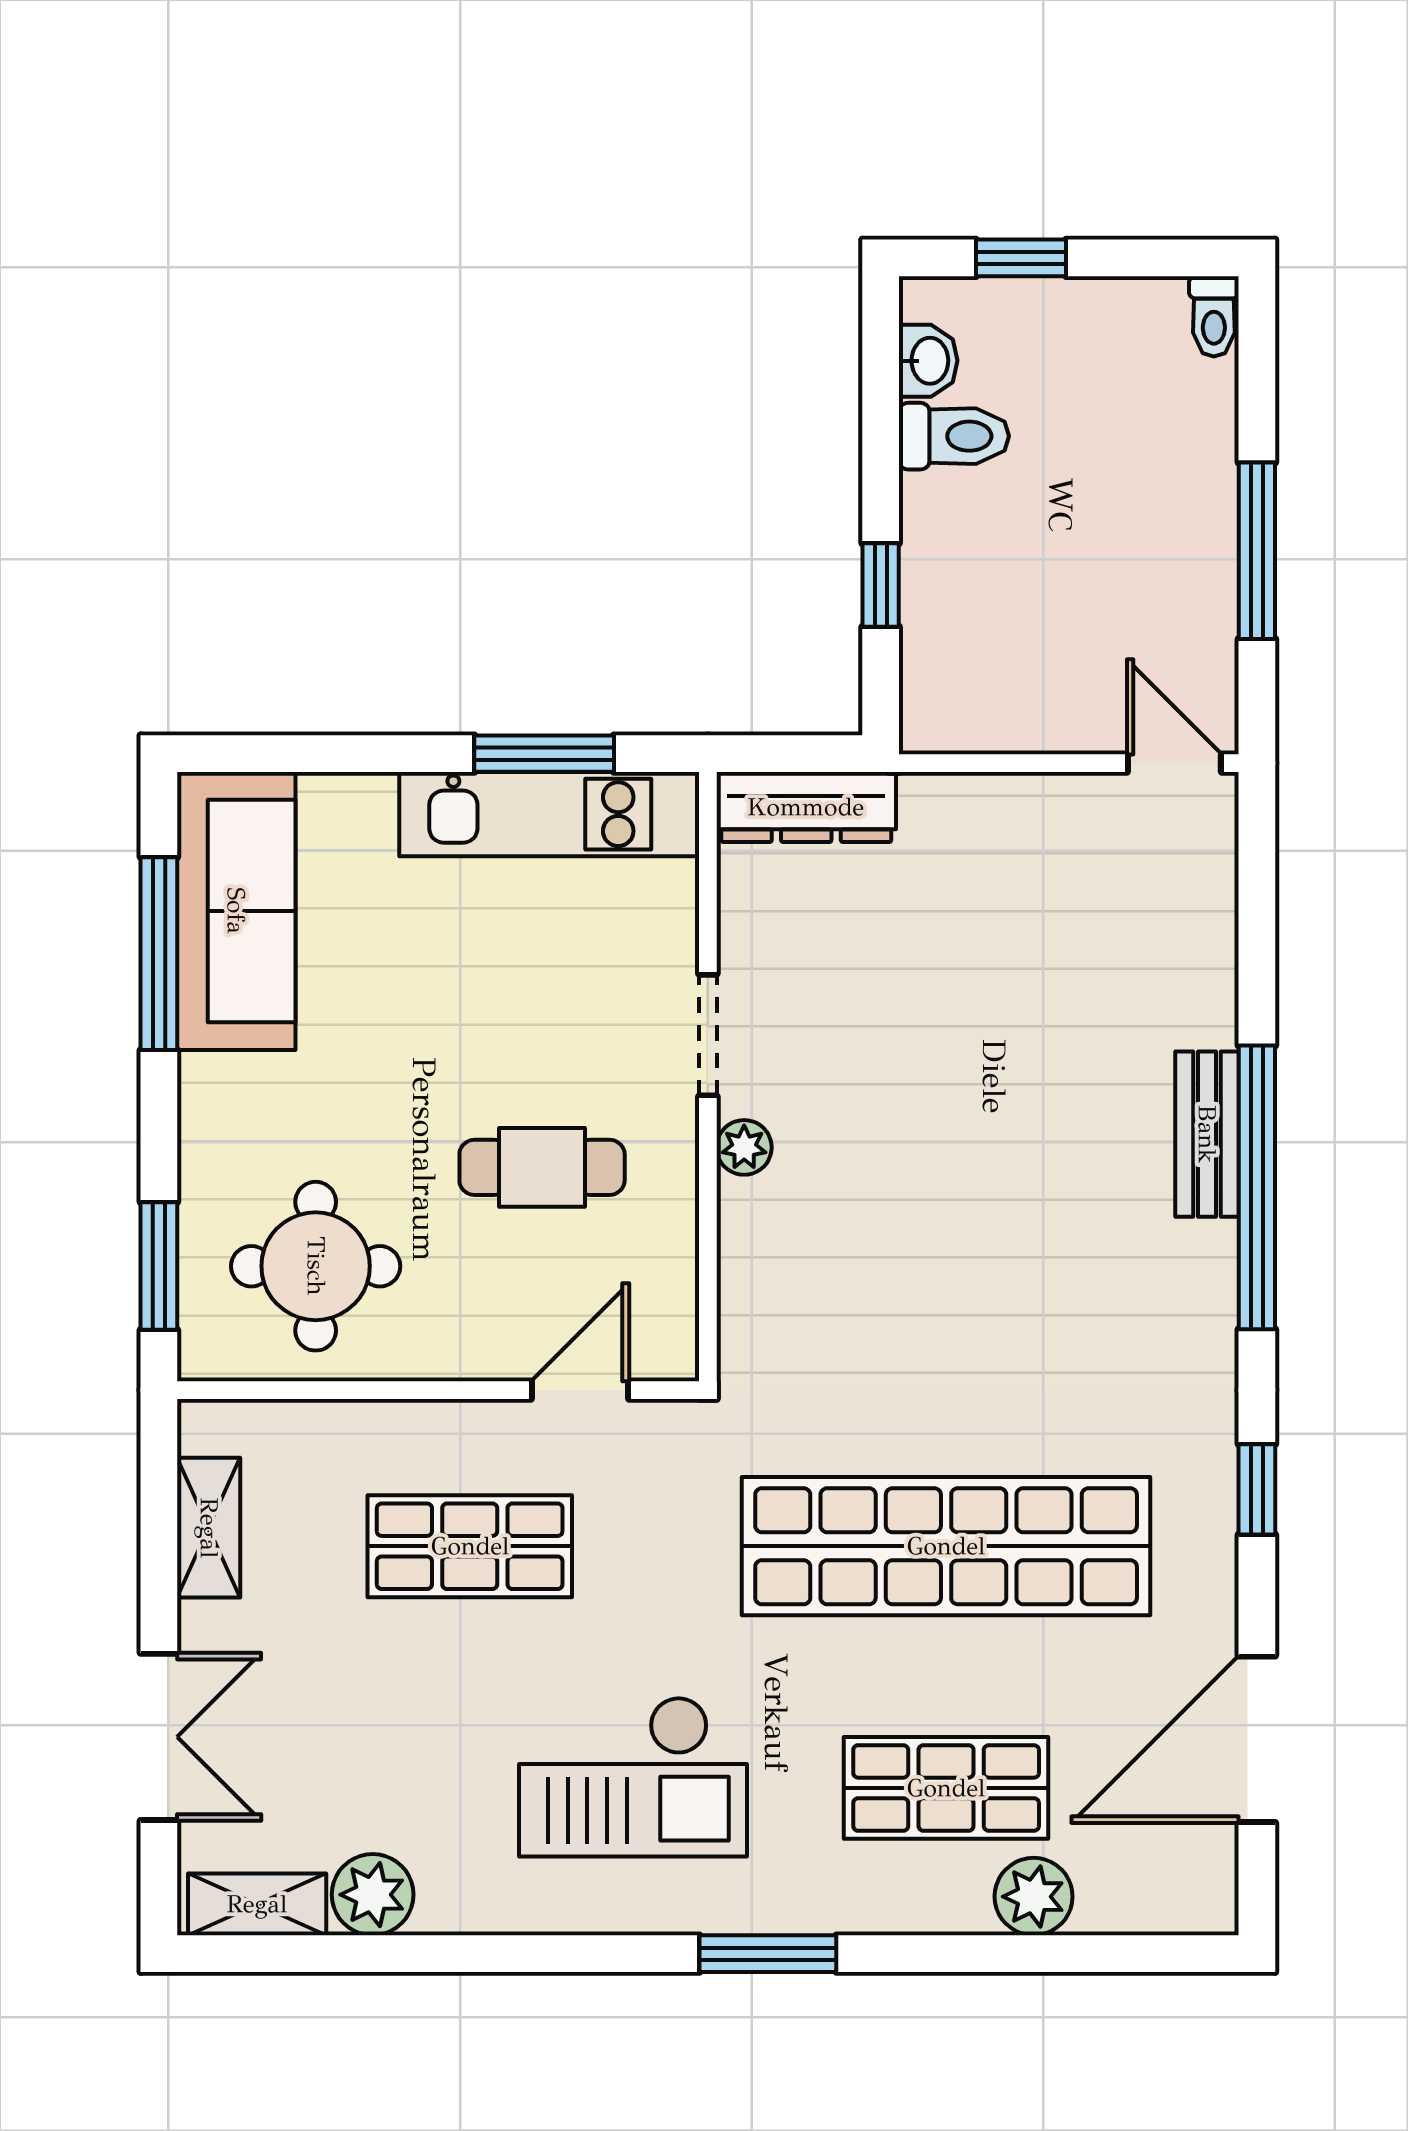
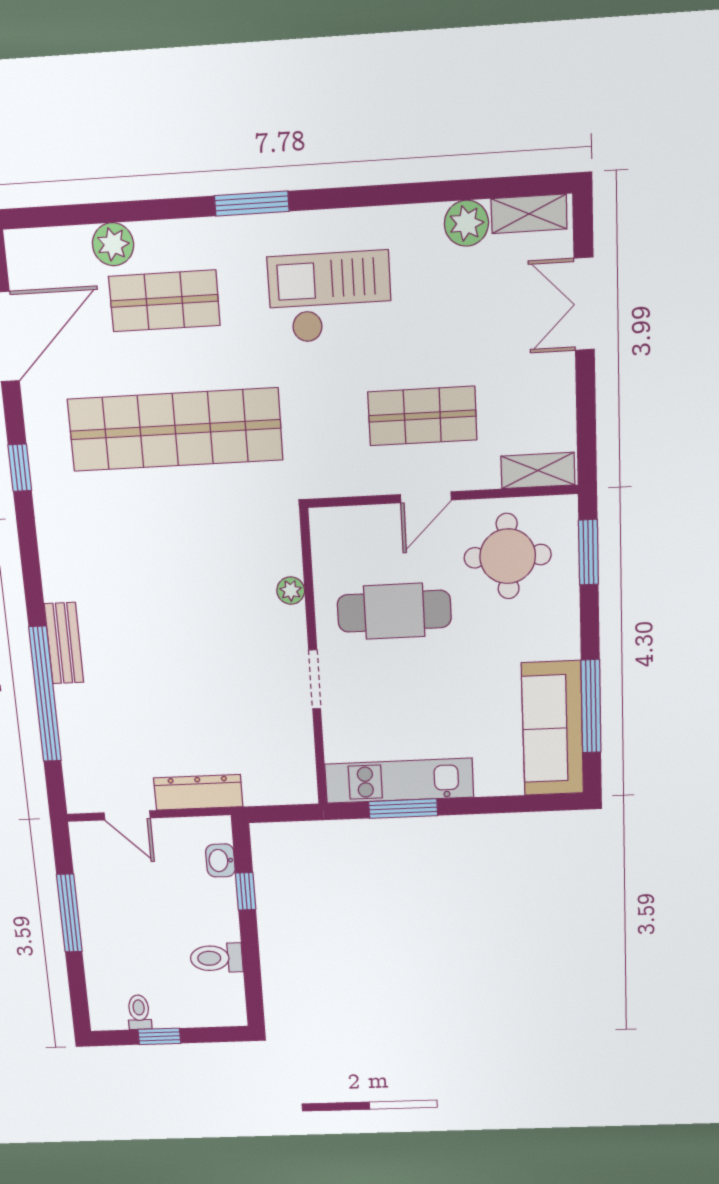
window: (1021, 258) -> (159, 1036), moved
toilet: (1214, 316) -> (139, 1012), moved
washbasin: (928, 361) -> (220, 860), moved
door: (1174, 763) -> (127, 815), moved
dresser: (806, 807) -> (198, 792), moved
plant: (744, 1147) -> (291, 591), moved
cafe table: (542, 1167) -> (394, 611), width x1.37, depth x1.35
window: (1257, 1187) -> (45, 694), moved
door: (580, 1390) -> (426, 497), moved
shelving: (209, 1528) -> (538, 470), moved, turned 90

